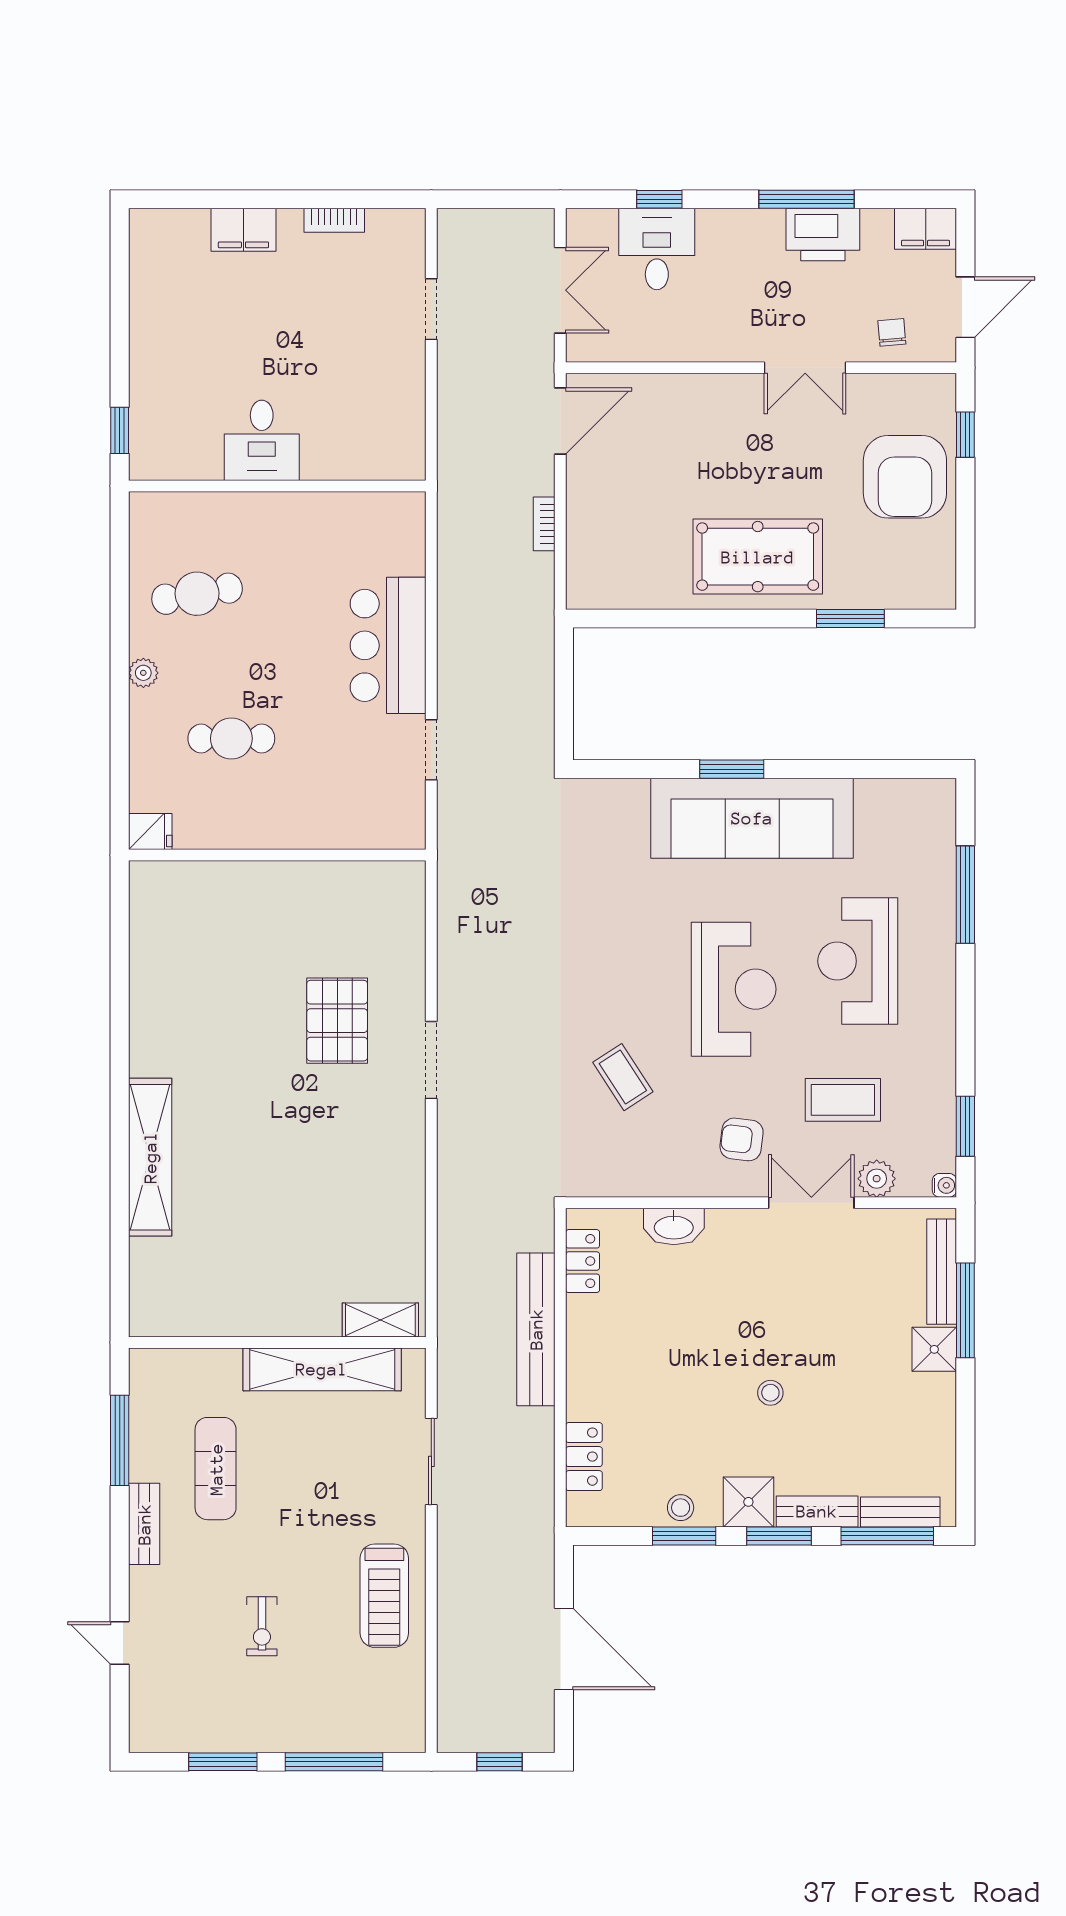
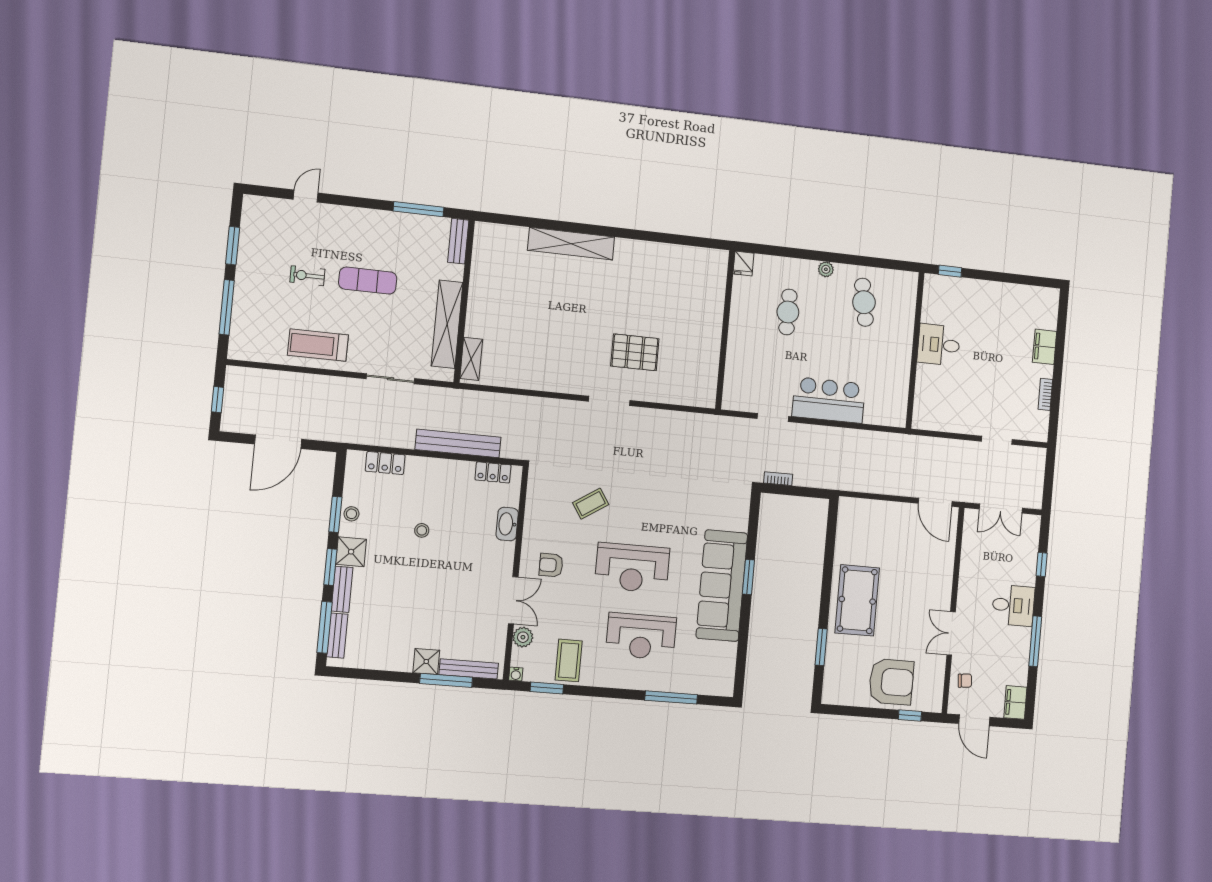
printer: (823, 235) -> (1017, 648), removed
desk: (657, 249) -> (1013, 605), moved
armchair: (905, 477) -> (891, 682), turned 180
bookcase: (544, 524) -> (778, 479), moved
reception desk: (858, 961) -> (641, 636), turned 180
coffee table: (843, 1100) -> (569, 660), moved
armchair: (742, 1139) -> (551, 565), turned -97
stool: (770, 1393) -> (422, 530), moved
exercise mat: (216, 1469) -> (368, 281), moved
bench: (144, 1524) -> (458, 241), moved, turned 90

